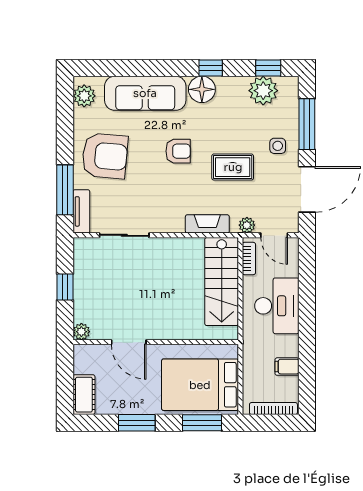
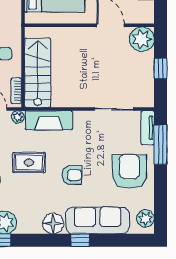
window: (211, 68) -> (80, 240), moved
armchair: (178, 151) -> (72, 175), turned 180
armchair: (105, 156) -> (129, 171), turned 85
fireplace: (207, 224) -> (49, 120), width x1.37, depth x1.32
plant: (81, 332) -> (142, 39), width x1.88, depth x1.88

